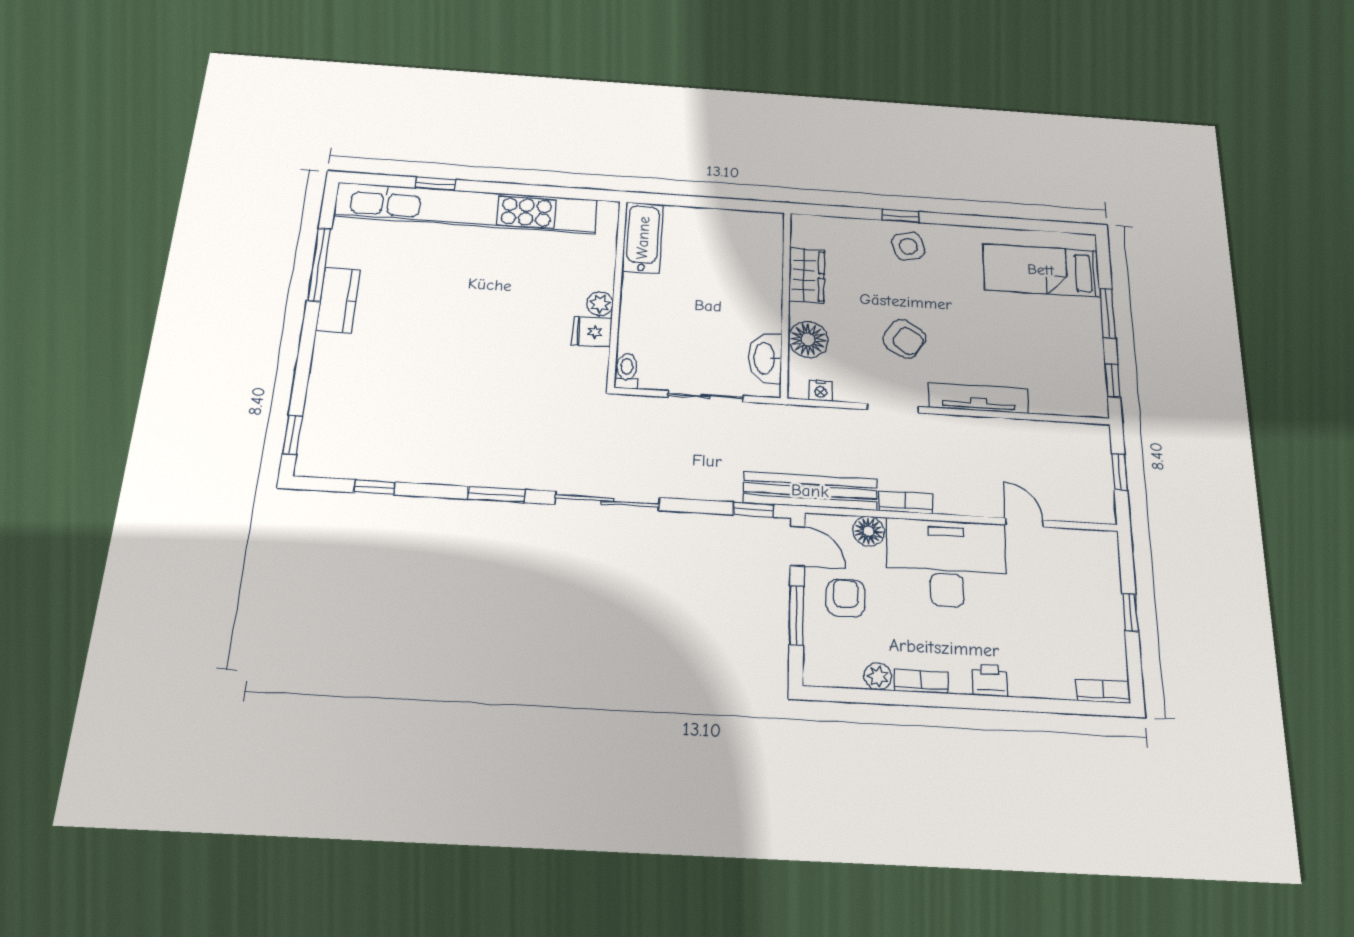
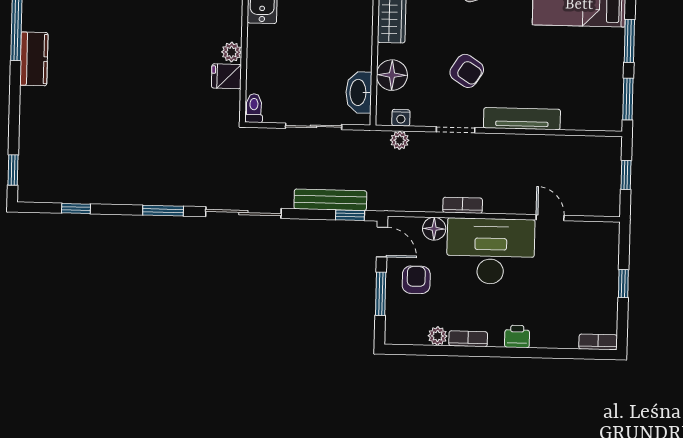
window: (1113, 380) -> (628, 99), width x1.50
plant: (819, 418) -> (400, 140), added
bench: (810, 491) -> (330, 200), moved, width x0.73, depth x0.82

